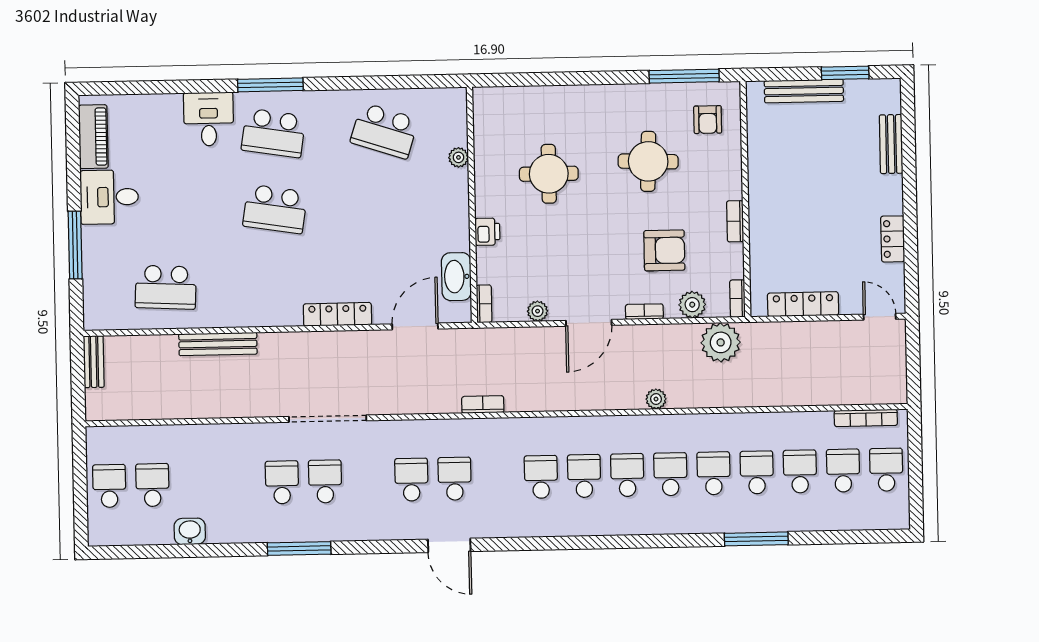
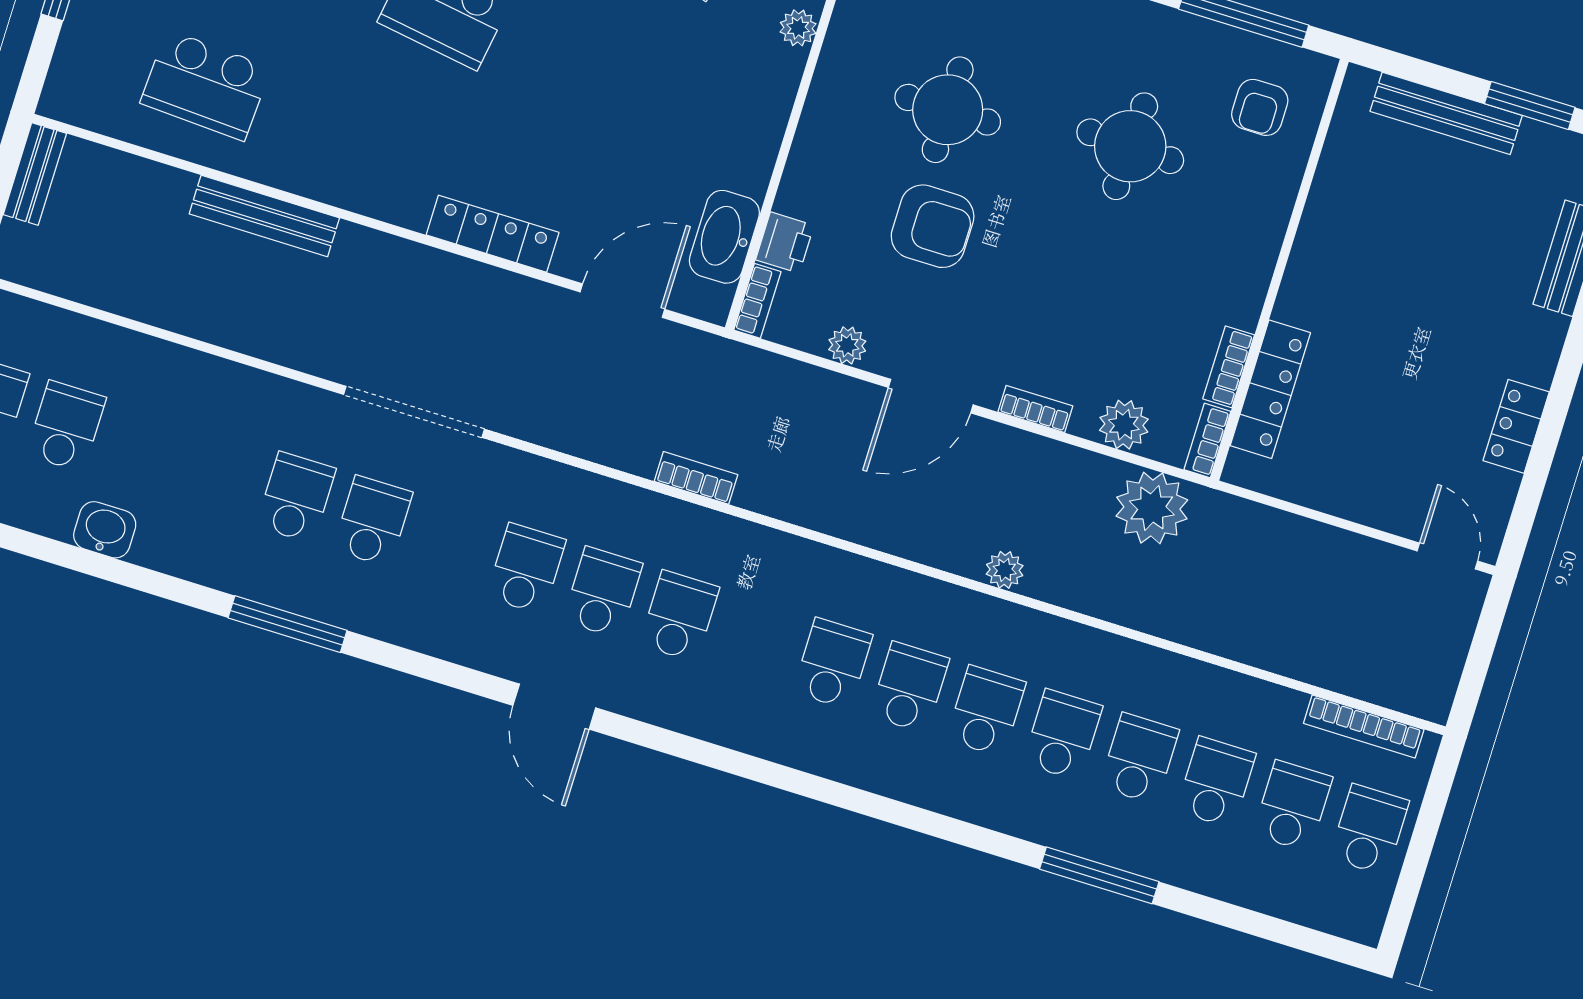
bookcase: (735, 221) -> (1229, 367), moved
printer: (487, 232) -> (785, 243), moved
armchair: (664, 250) -> (933, 226), moved
locker: (803, 304) -> (1270, 389), moved, turned 90
school desk: (541, 477) -> (679, 616), moved

